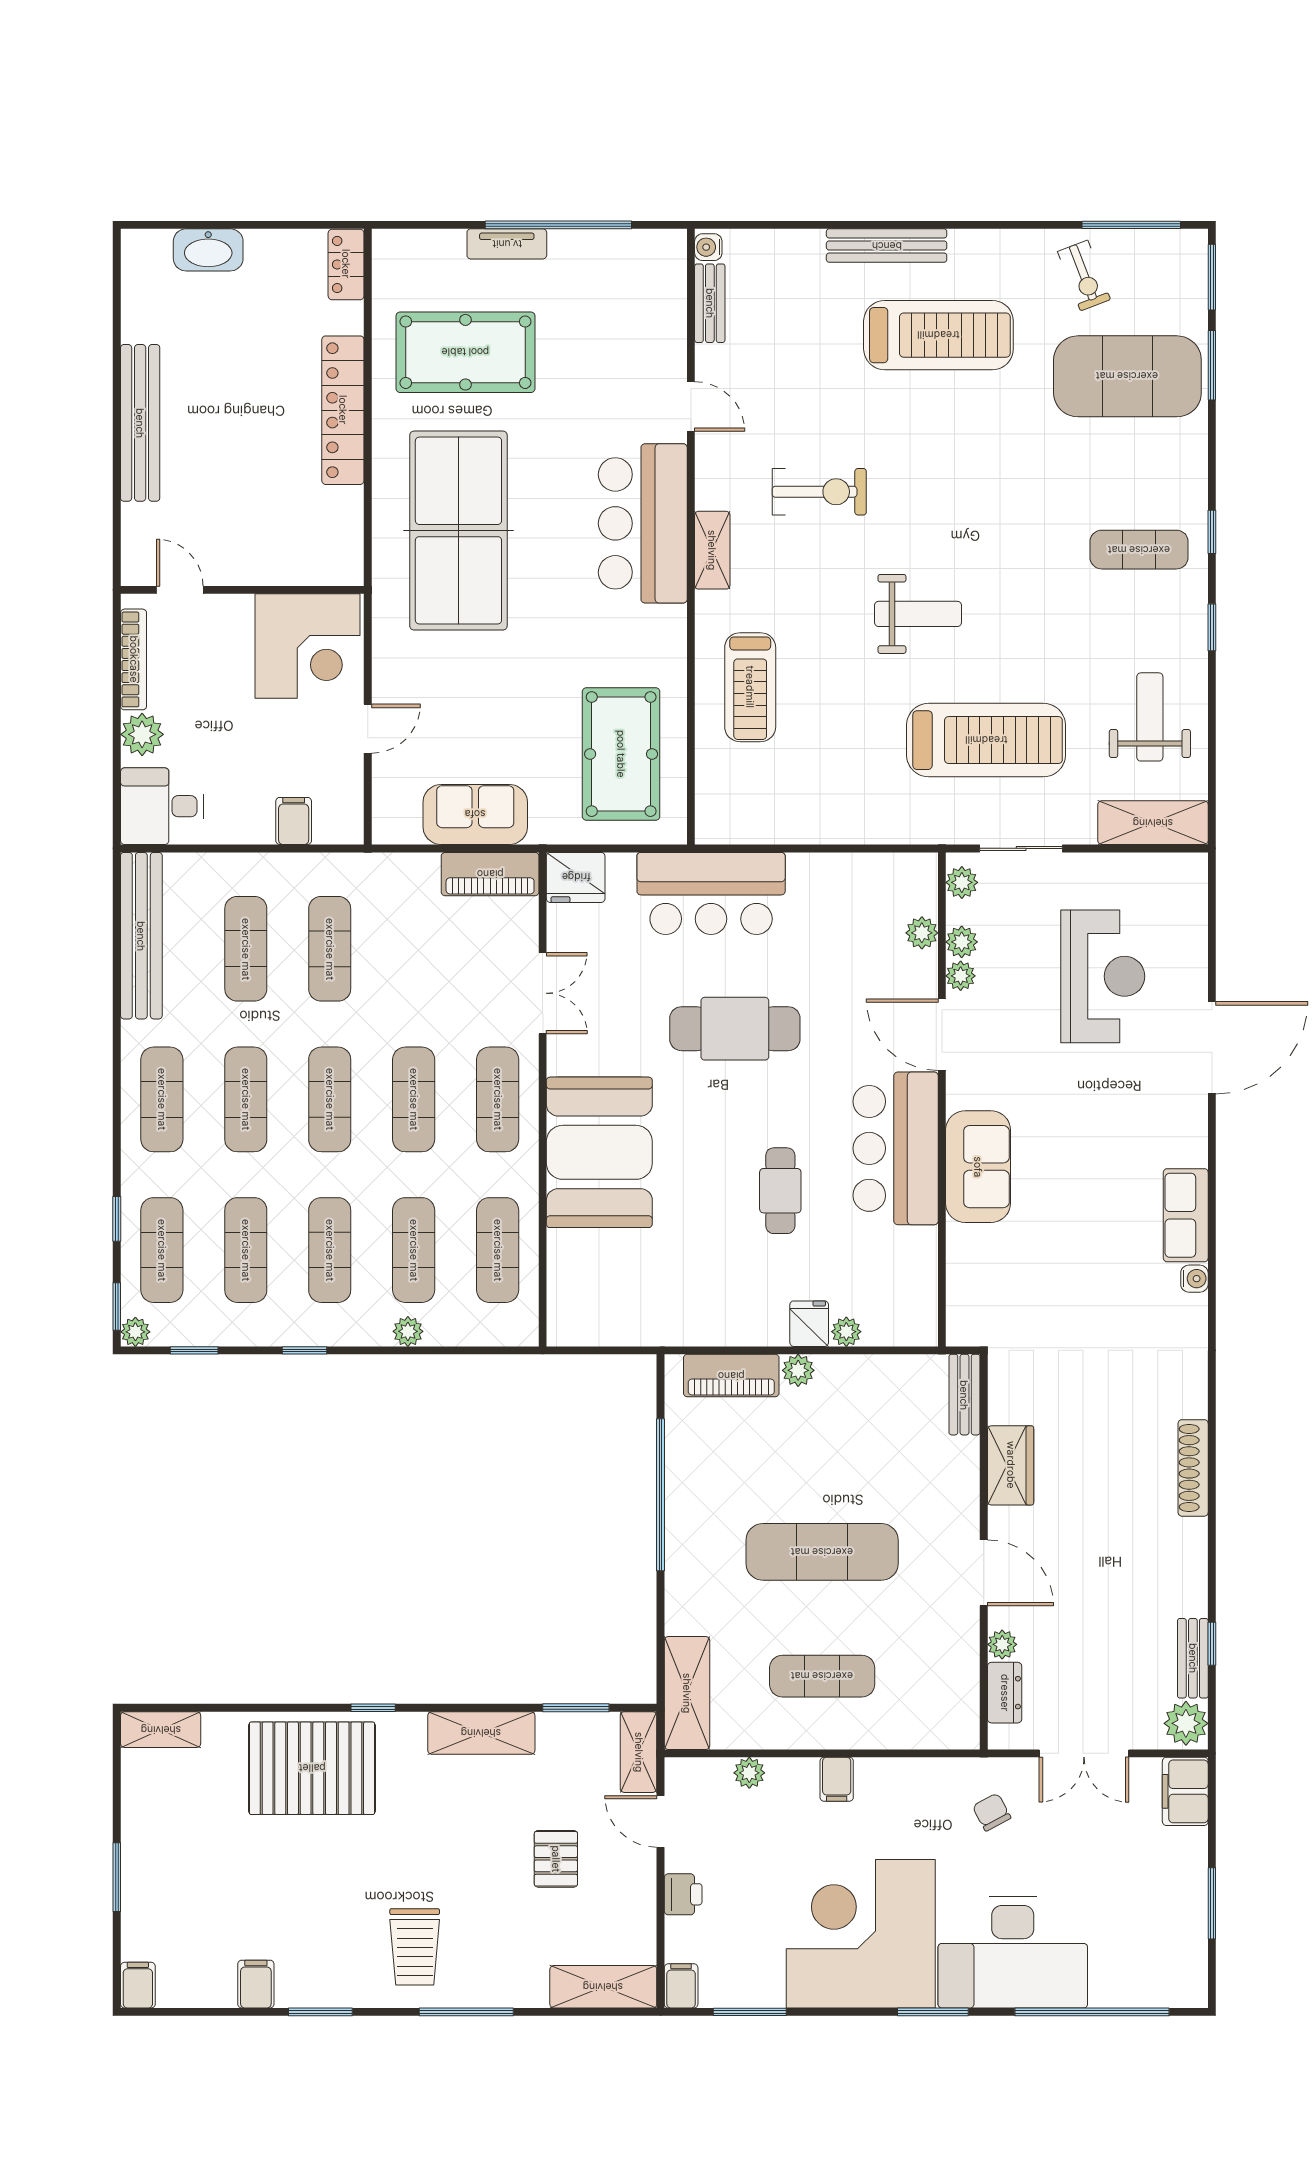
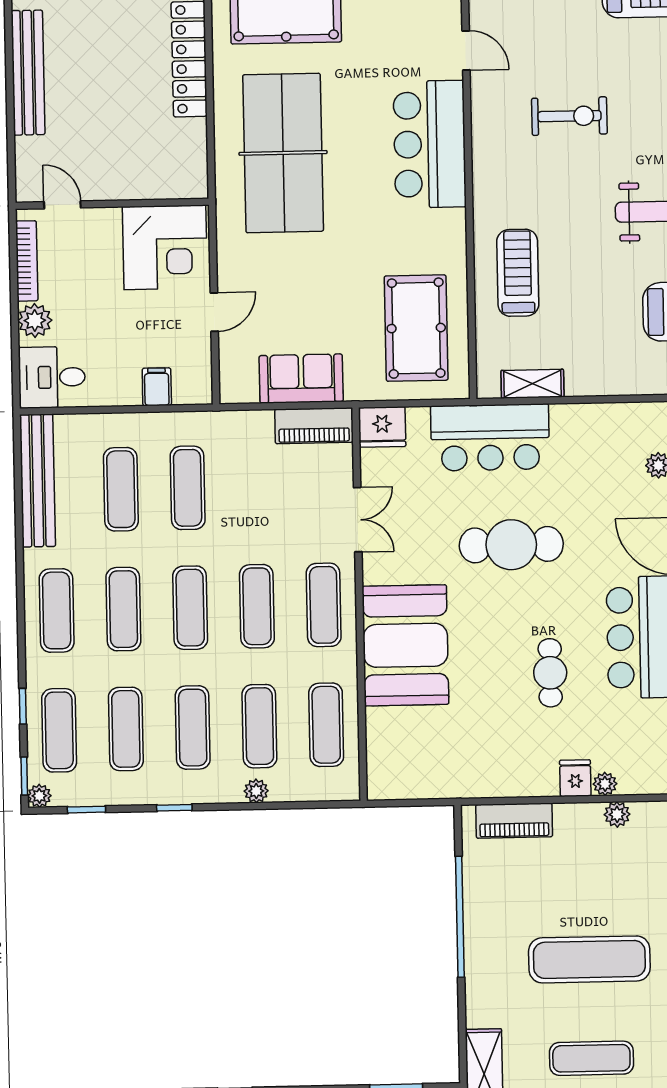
shelving: (712, 550) -> (532, 384), moved, turned 90
treadmill: (750, 687) -> (518, 273), turned 180
plant: (798, 1370) -> (617, 814), moved

